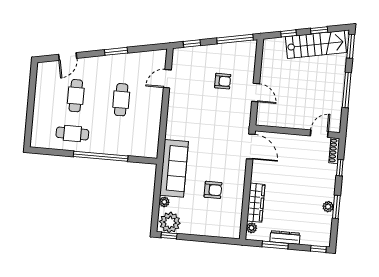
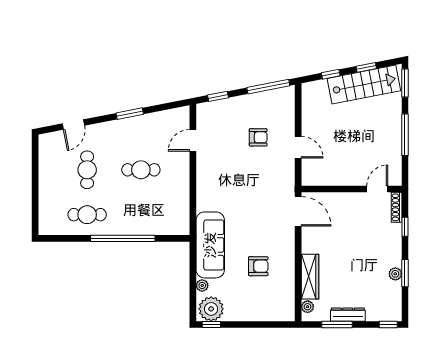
cafe table: (121, 100) -> (141, 170), turned 90

